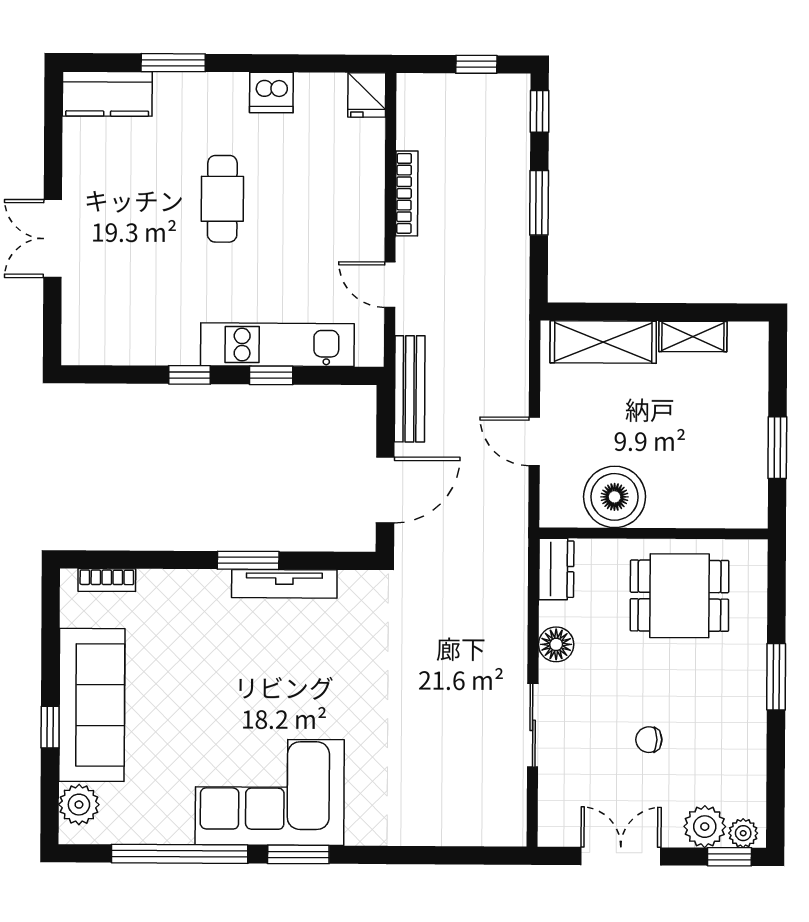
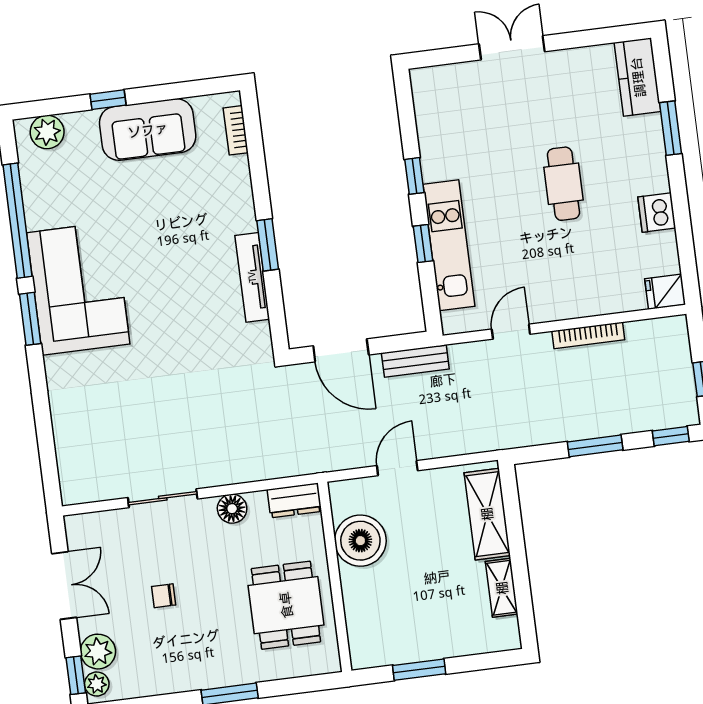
cafe table: (222, 199) -> (563, 184), turned 90
bench: (410, 389) -> (415, 361), width x0.73
sofa: (92, 705) -> (148, 130), width x0.73
chair: (649, 740) -> (164, 596), turned -90

